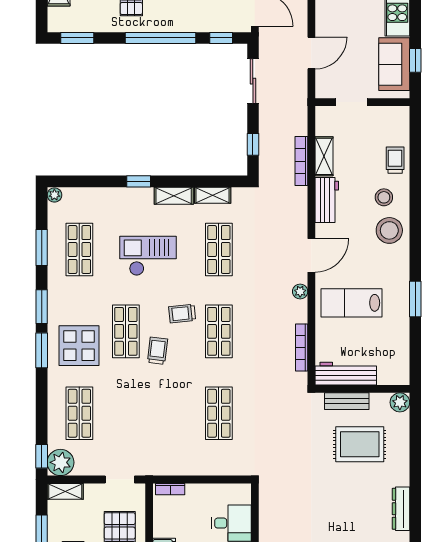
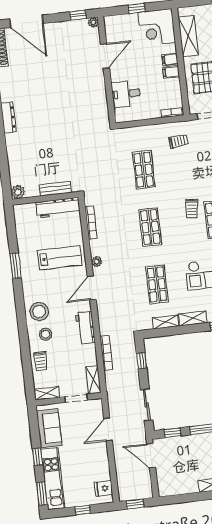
window: (415, 60) -> (38, 457), moved
shelving: (392, 114) -> (47, 393), added
shelving: (324, 156) -> (93, 380), moved
trolley: (182, 314) -> (178, 141), moved
rug: (360, 444) -> (43, 159), removed

